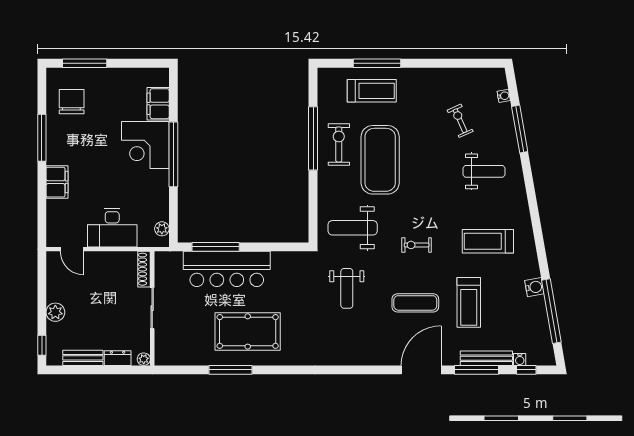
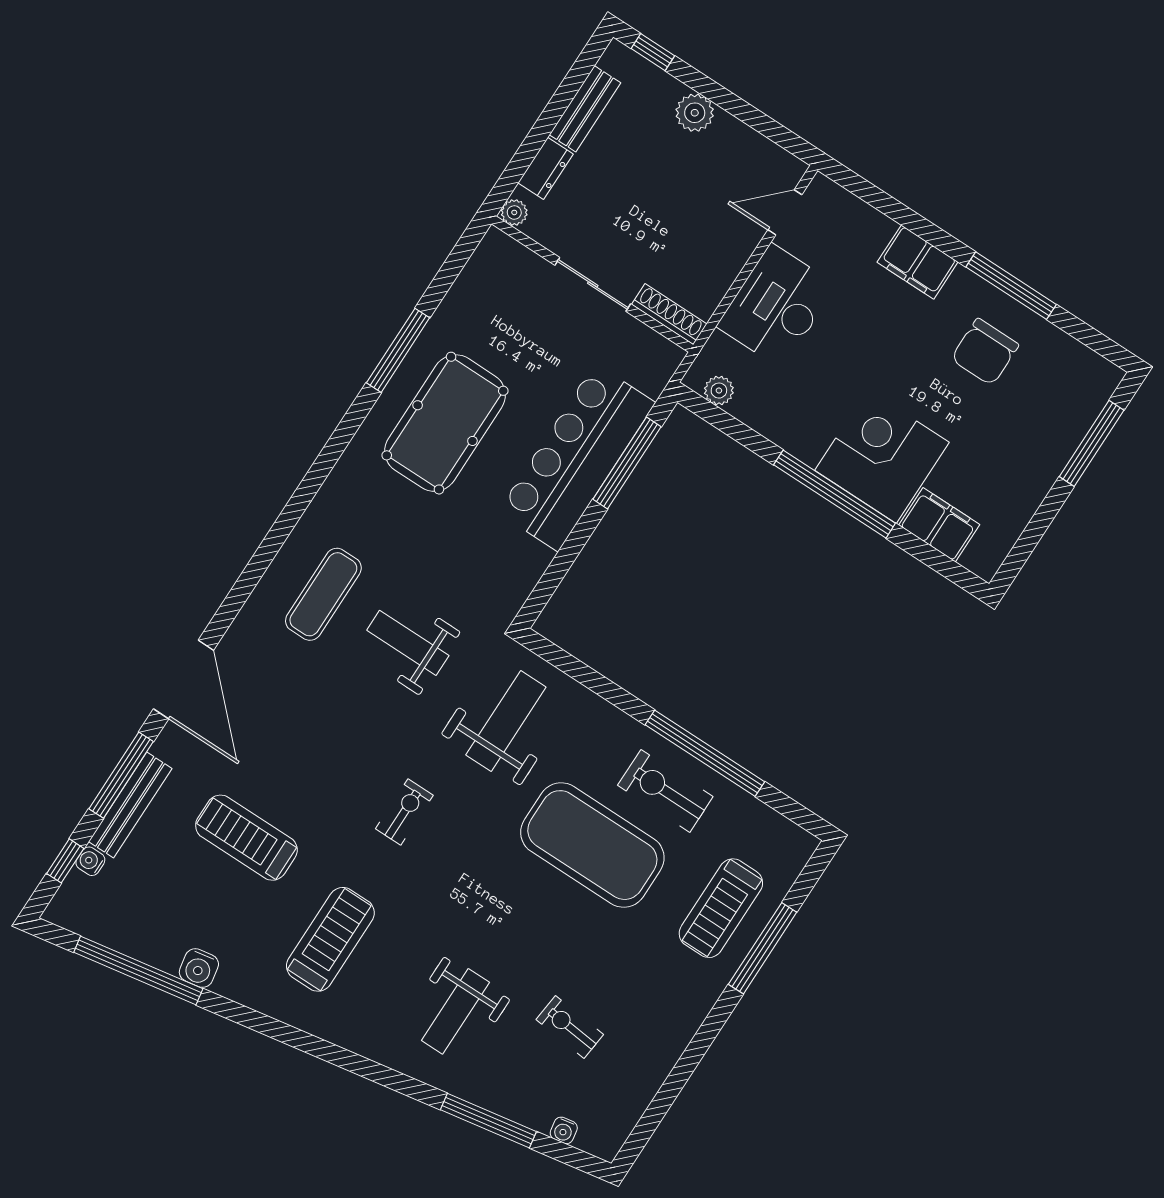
chair: (72, 102) -> (985, 352), moved, turned 90
exercise bike: (460, 121) -> (570, 1027), turned -150
exercise bike: (339, 144) -> (665, 791), turned 180
exercise mat: (415, 303) -> (323, 594), moved

